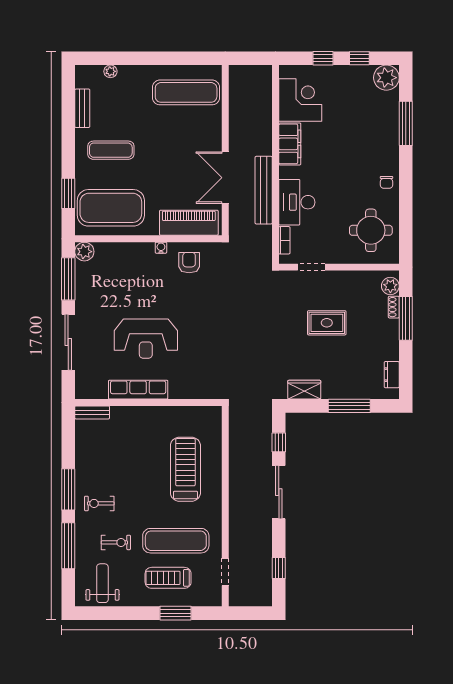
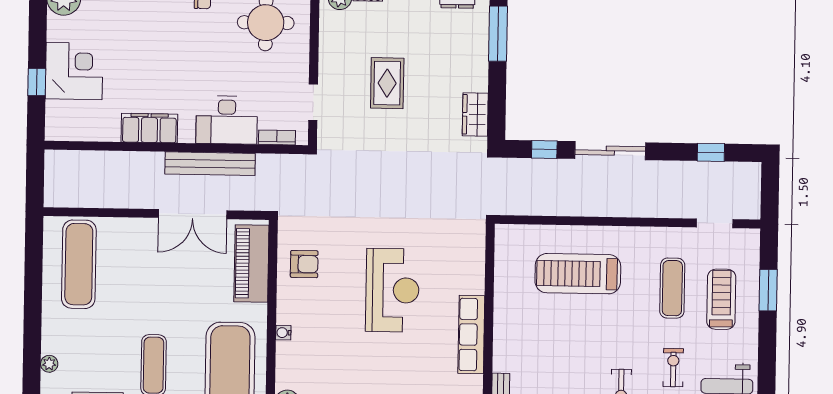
window: (359, 58) -> (38, 34), removed
corner desk: (300, 100) -> (74, 71), moved, turned 90
water cooler: (161, 248) -> (283, 333), moved
armchair: (189, 263) -> (304, 264), turned 180
reception desk: (146, 339) -> (392, 290), moved
window: (349, 406) -> (498, 34), moved
exercise mat: (176, 541) -> (672, 288), width x0.73, depth x0.69
treadmill: (168, 578) -> (721, 299), turned 180

